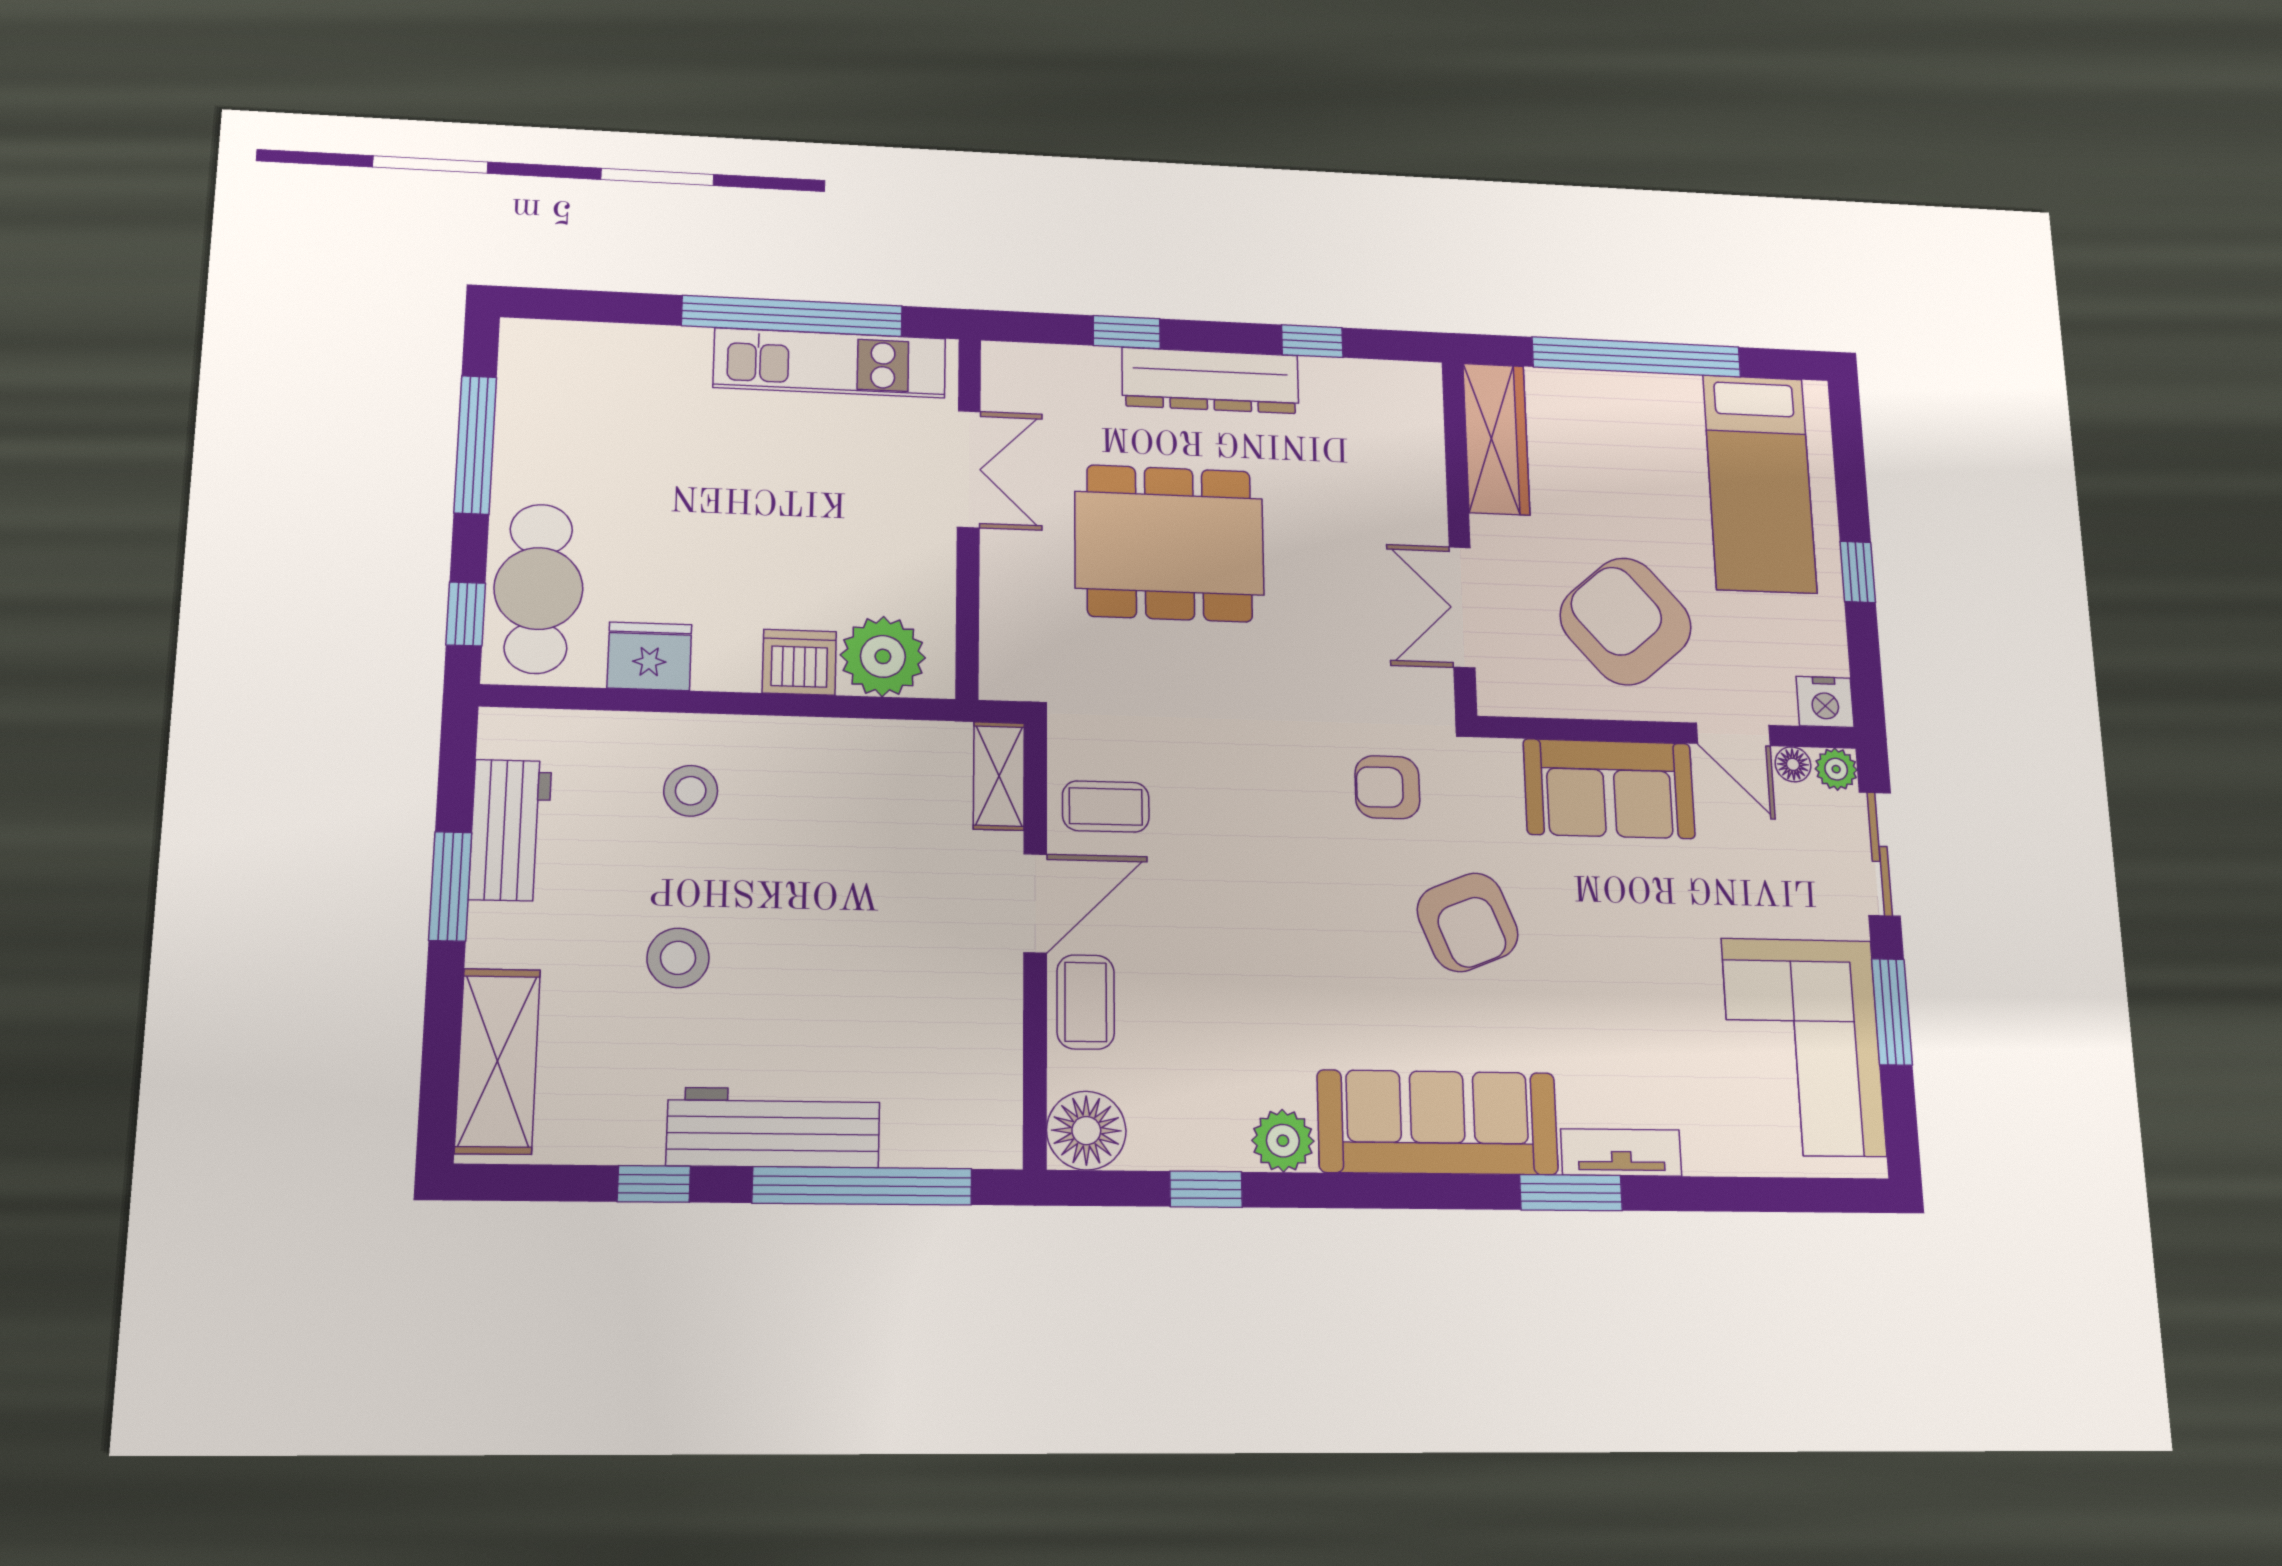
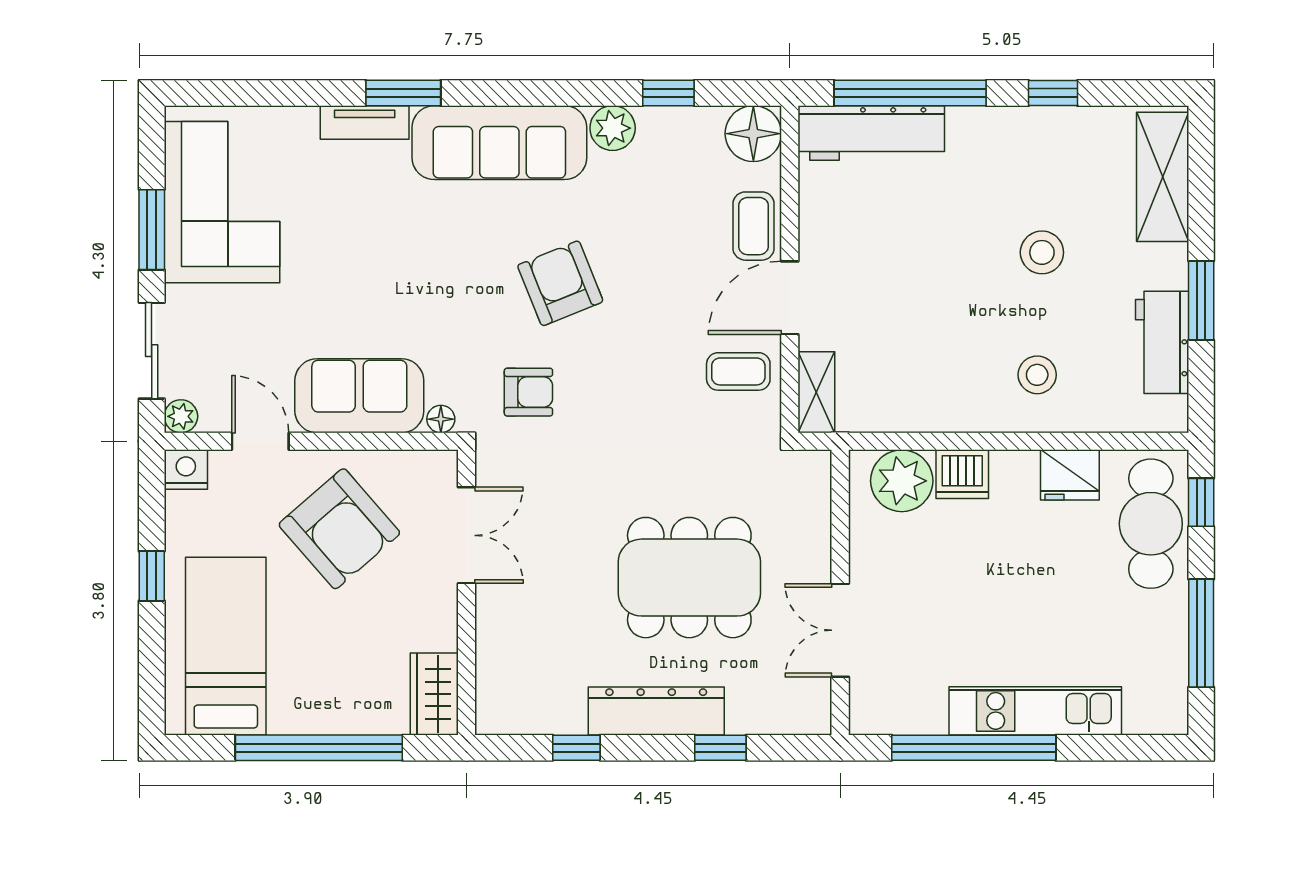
kitchen unit: (830, 363) -> (1035, 711), moved
wardrobe: (1496, 439) -> (434, 694), width x0.67
floor lamp: (1793, 764) -> (441, 419), moved
armchair: (1468, 922) -> (560, 283), moved
workbench: (773, 1128) -> (871, 133), moved

